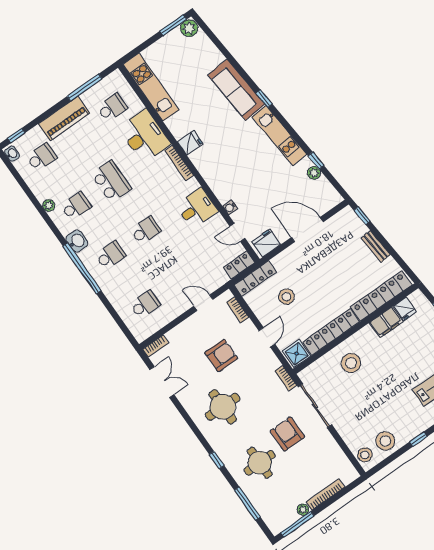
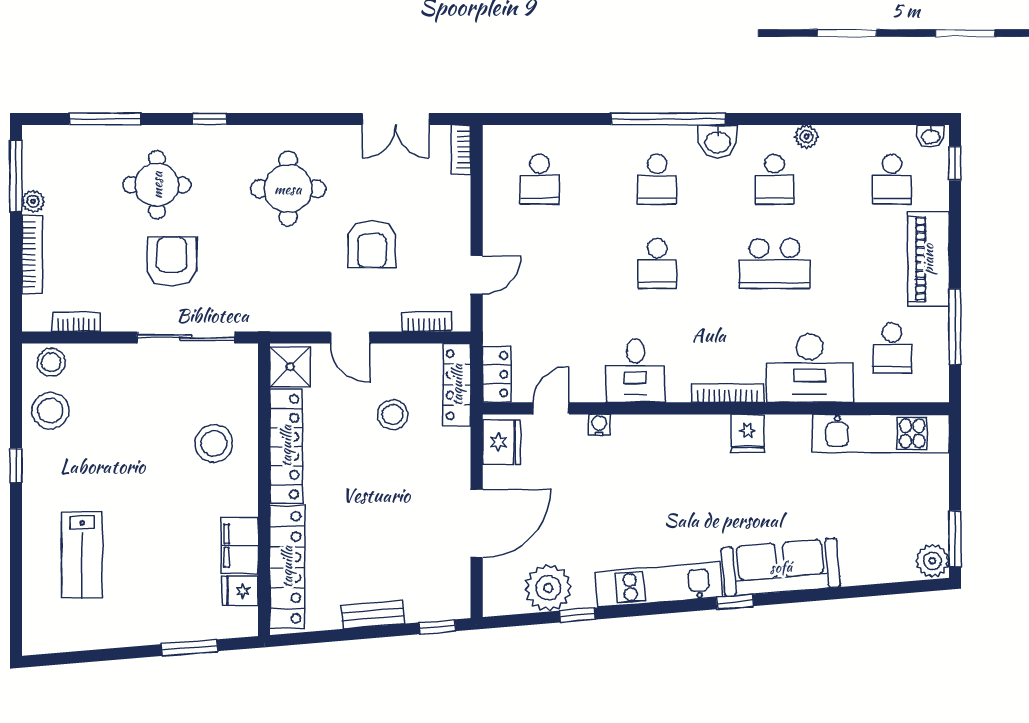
plant: (314, 173) -> (548, 588), width x1.88, depth x1.88
bookcase: (286, 378) -> (76, 322), moved
armchair: (287, 434) -> (172, 261), turned -90

